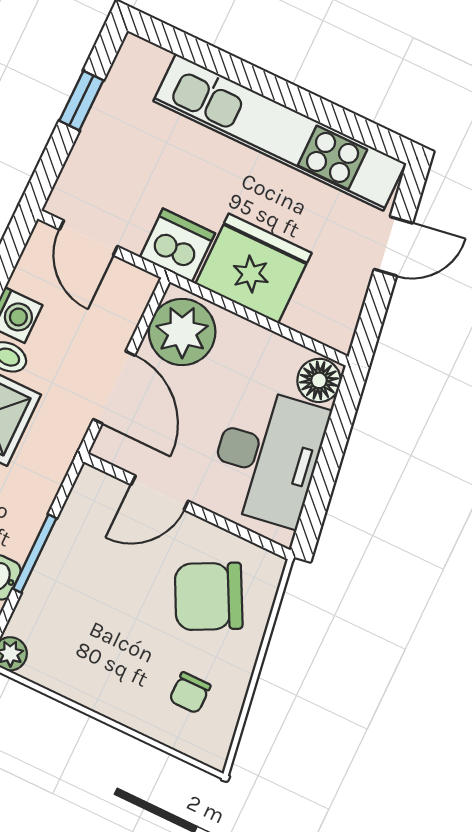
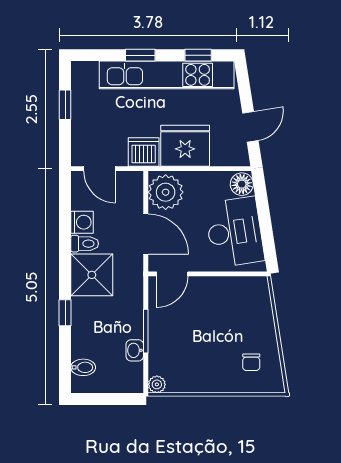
window: (251, 77) -> (140, 55), added
window: (350, 124) -> (198, 55), added
door: (393, 246) -> (250, 127), moved
door: (160, 493) -> (172, 274), moved
chair: (209, 596) -> (238, 312), removed

